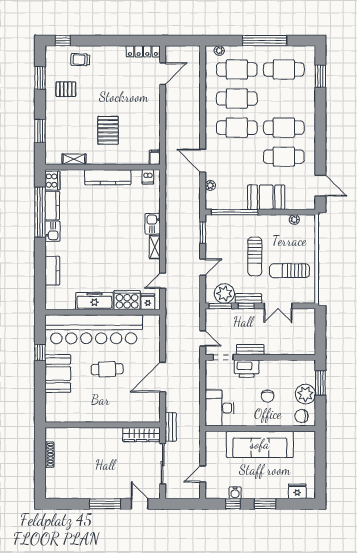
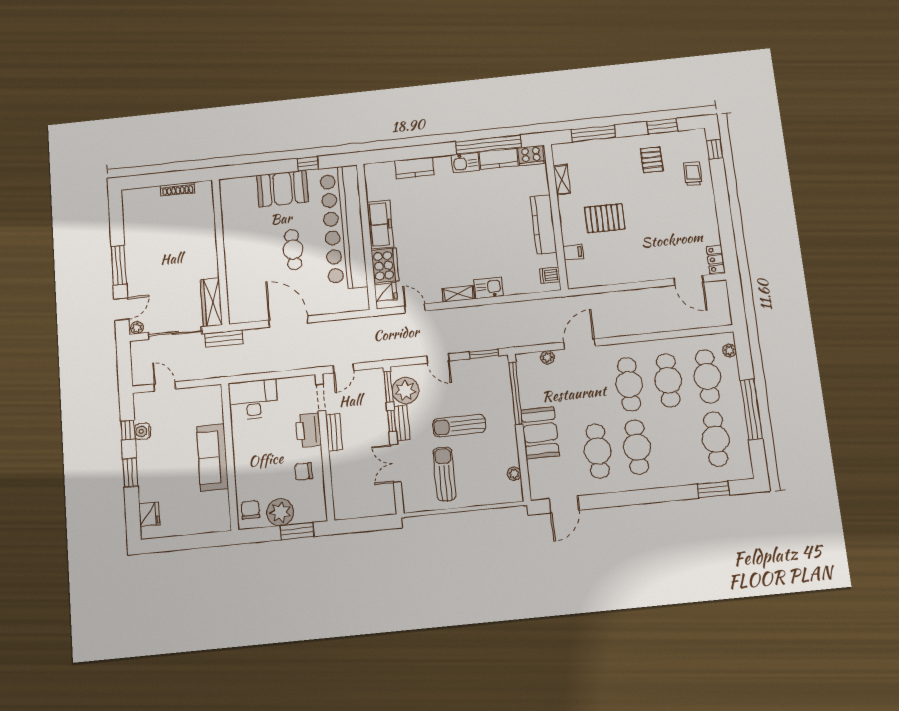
locker: (143, 51) -> (716, 259), width x0.66
window: (40, 131) -> (593, 134), width x1.44
filing cabinet: (155, 157) -> (573, 252), moved
chair: (268, 396) -> (303, 471), moved
sofa: (260, 444) -> (212, 457), width x0.74, depth x0.79
plant: (155, 493) -> (137, 328), added

